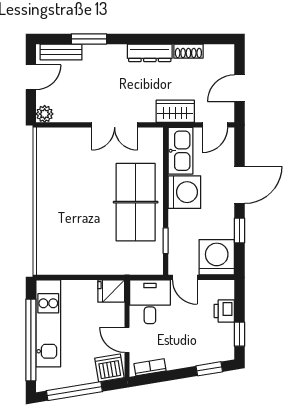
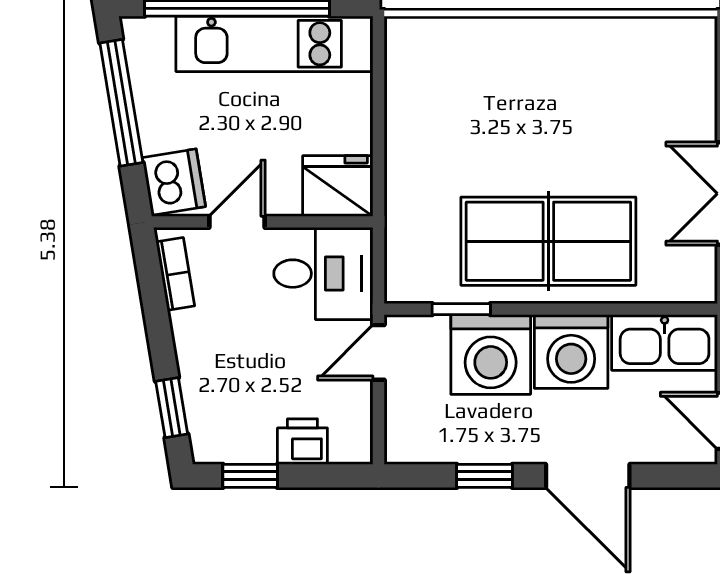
washing machine: (217, 257) -> (491, 354), moved, turned 90
fridge: (111, 291) -> (338, 186), width x1.38

